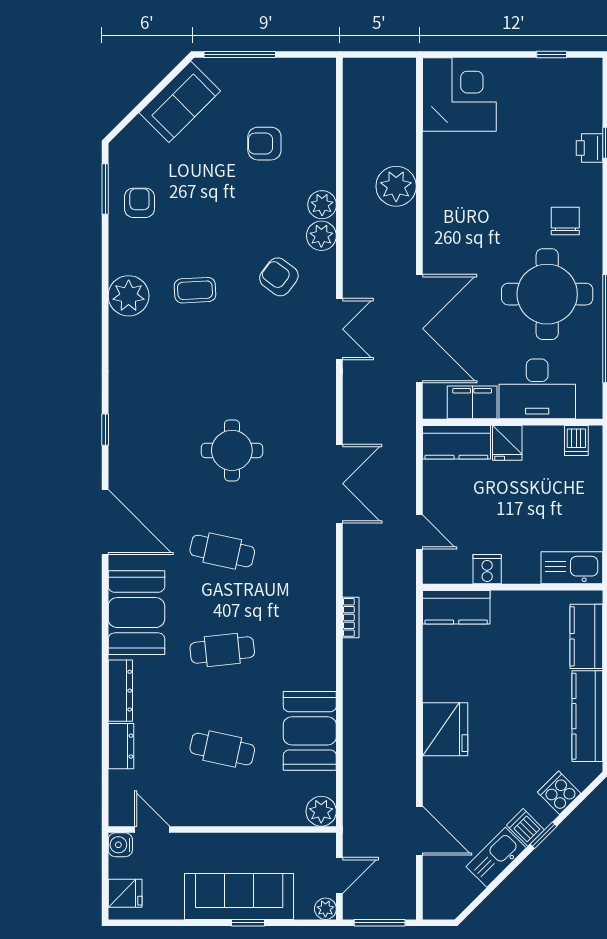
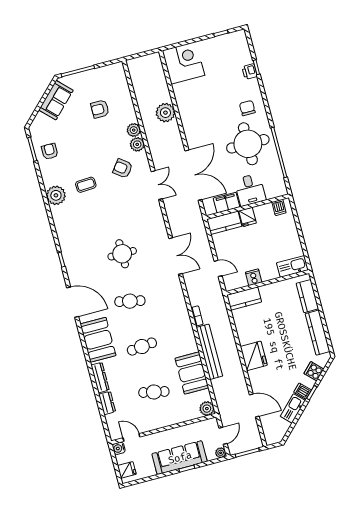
desk: (537, 389) -> (250, 190), width x0.73
bench: (357, 697) -> (209, 352), added

